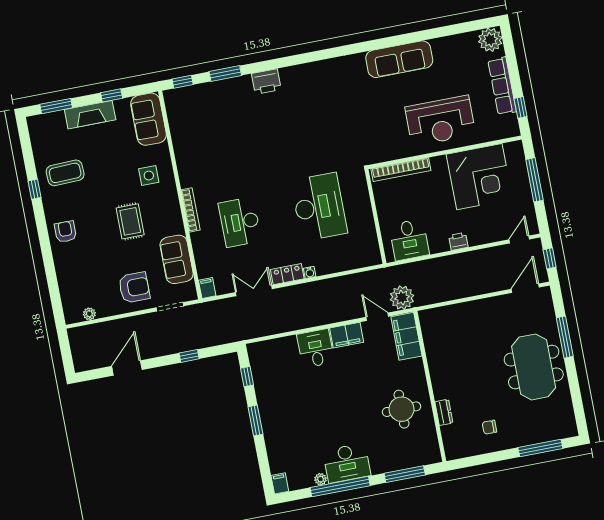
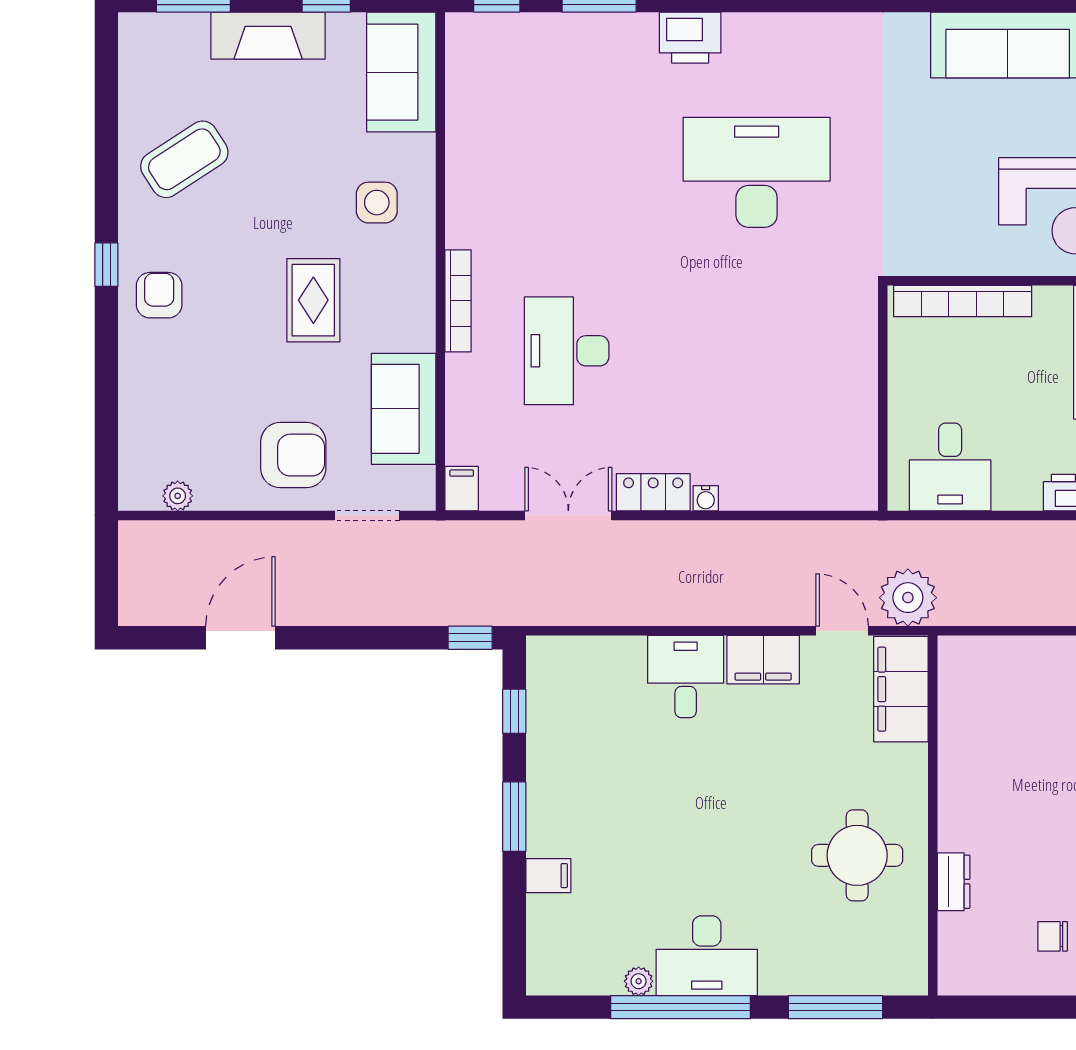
coffee table: (65, 173) -> (184, 159), turned -31
window: (35, 189) -> (106, 265), moved
desk: (319, 207) -> (757, 172), moved, turned -90
window: (189, 356) -> (470, 638), moved
filing cabinet: (280, 483) -> (548, 876), moved, turned 90

